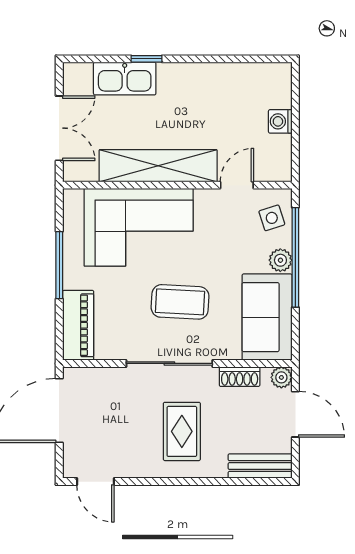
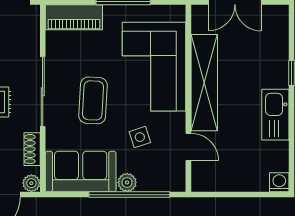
kitchen sink: (125, 79) -> (275, 115), moved
washing machine: (280, 121) -> (279, 182), moved
side table: (272, 218) -> (140, 137), moved

